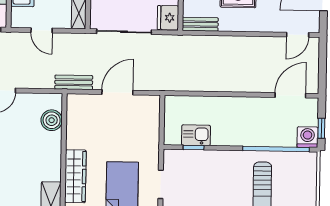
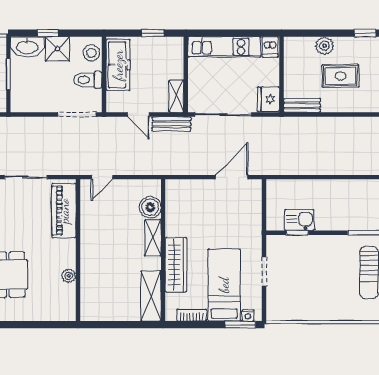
bench: (74, 82) -> (171, 124), moved
door: (117, 92) -> (232, 177), moved
shelving: (54, 150) -> (153, 238), added

